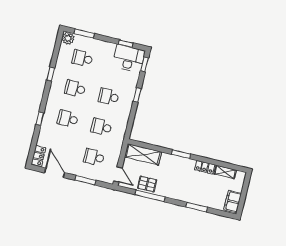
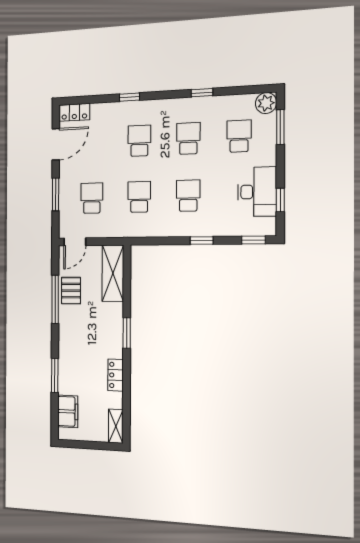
desk: (129, 58) -> (257, 192), moved
shelving: (225, 172) -> (116, 426), moved
filing cabinet: (233, 202) -> (68, 411), moved, turned 90

